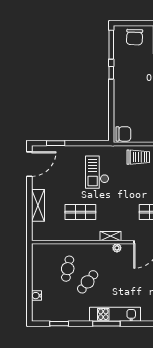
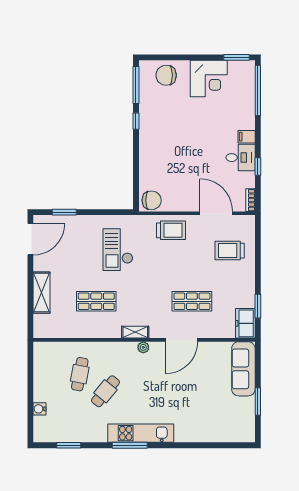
chair: (135, 37) -> (166, 75), turned 88

